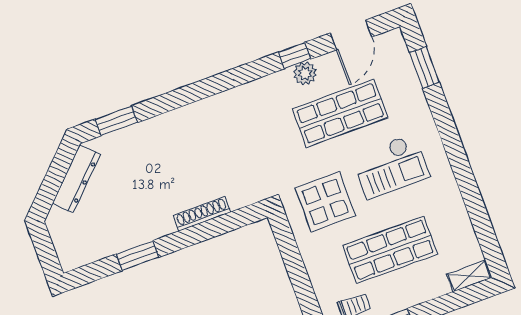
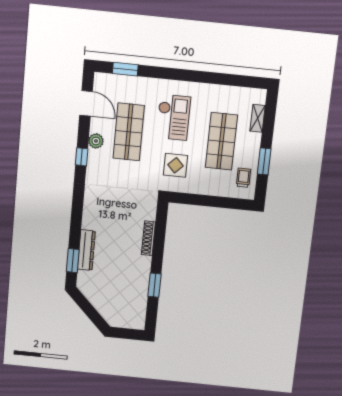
window: (295, 56) -> (82, 157), moved
dresser: (76, 179) -> (86, 250), moved, turned 45
display table: (325, 202) -> (176, 165), width x0.73, depth x0.73
shelving: (469, 276) -> (258, 118), moved

